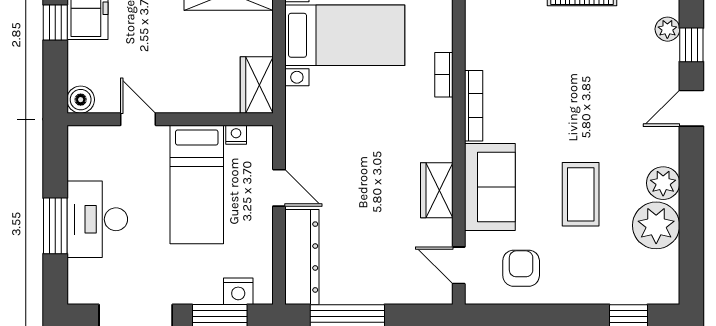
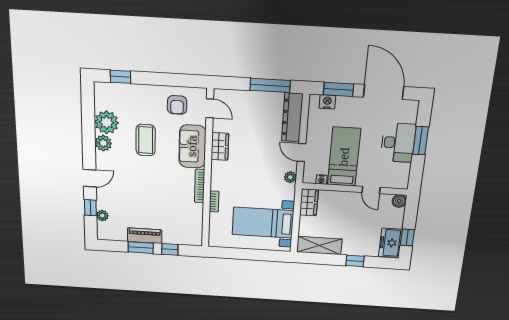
plant: (297, 136) -> (290, 177), added

